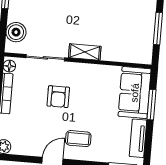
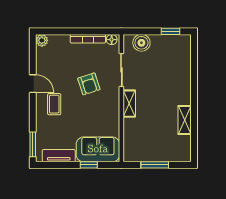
armchair: (58, 97) -> (89, 84), turned -108
window: (151, 105) -> (89, 165), width x0.67

